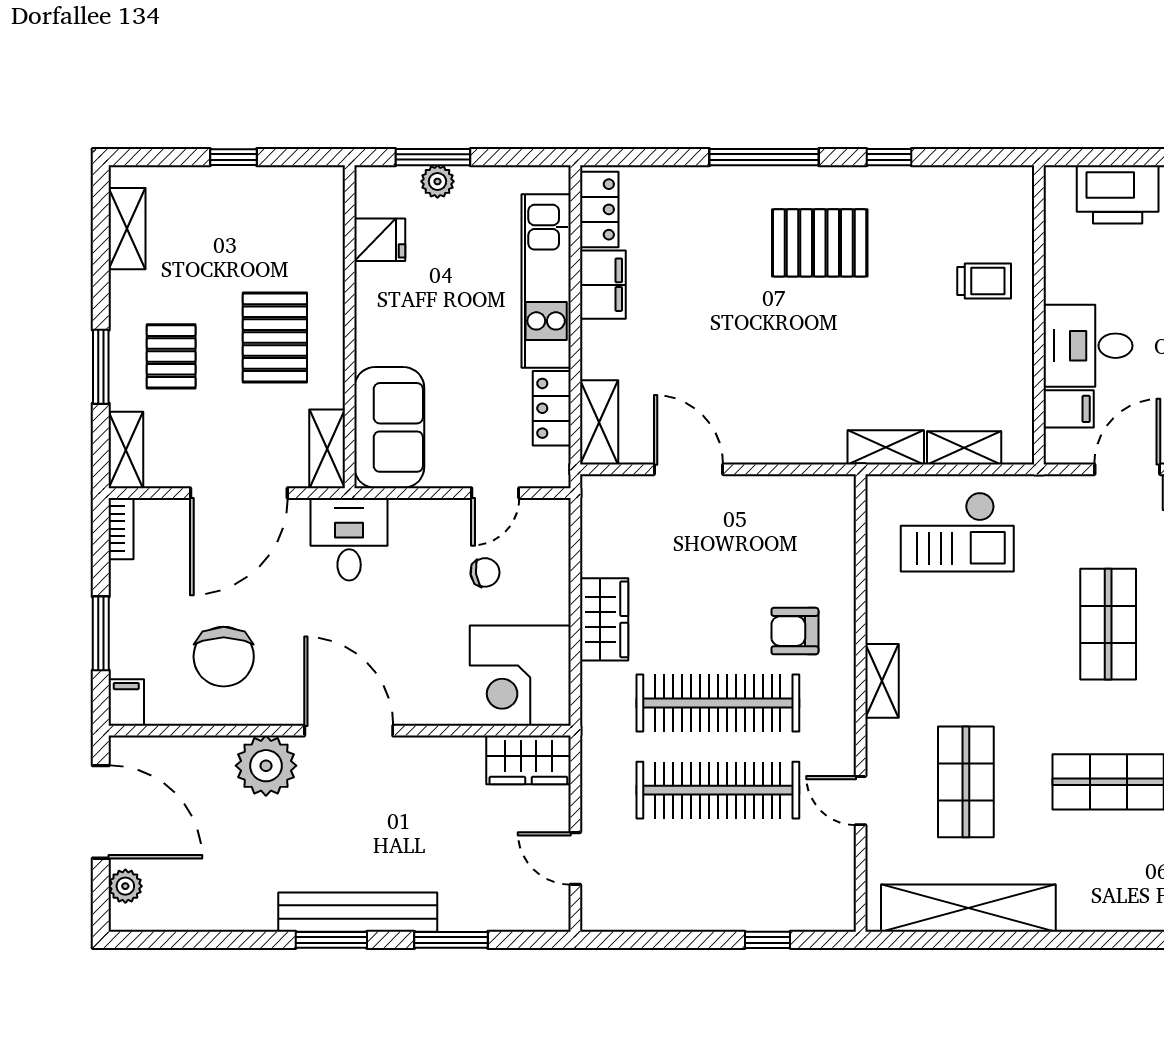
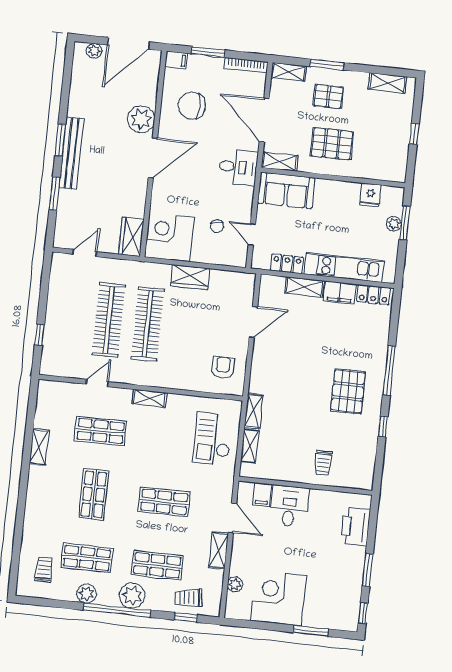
shelving: (599, 422) -> (304, 287), moved
bookcase: (121, 529) -> (246, 65), width x1.56
armchair: (795, 631) -> (223, 368), moved
shelving: (968, 908) -> (39, 447), width x0.45, depth x0.75

